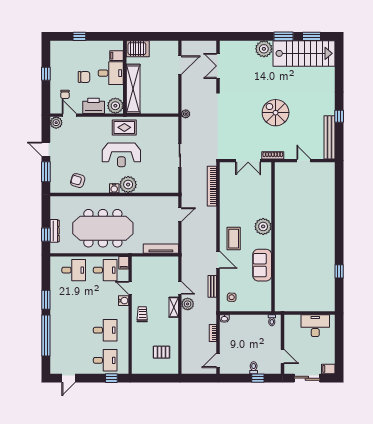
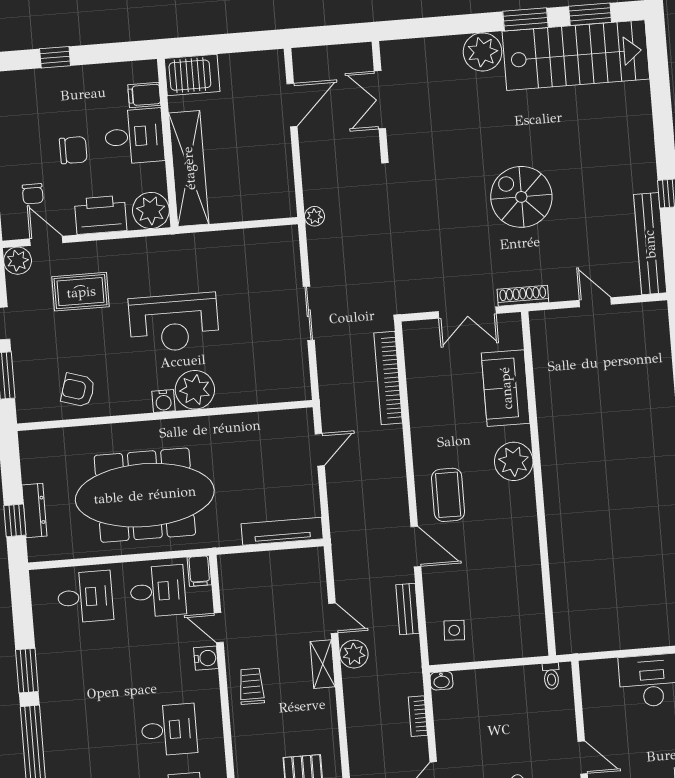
rug: (124, 127) -> (81, 292), moved
sofa: (262, 265) -> (506, 388), moved

